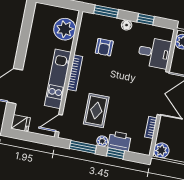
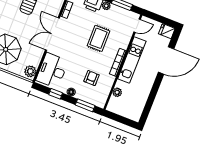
plant: (65, 29) -> (117, 92), width x0.53, depth x0.53
desk: (154, 53) -> (52, 71), width x1.37
rug: (96, 111) -> (99, 38), moved

